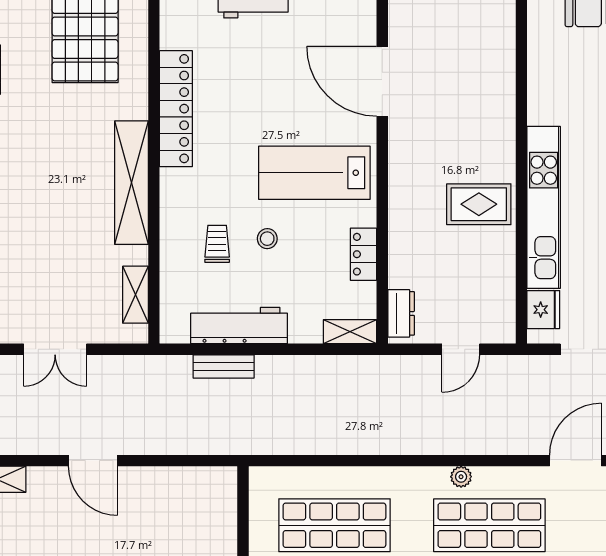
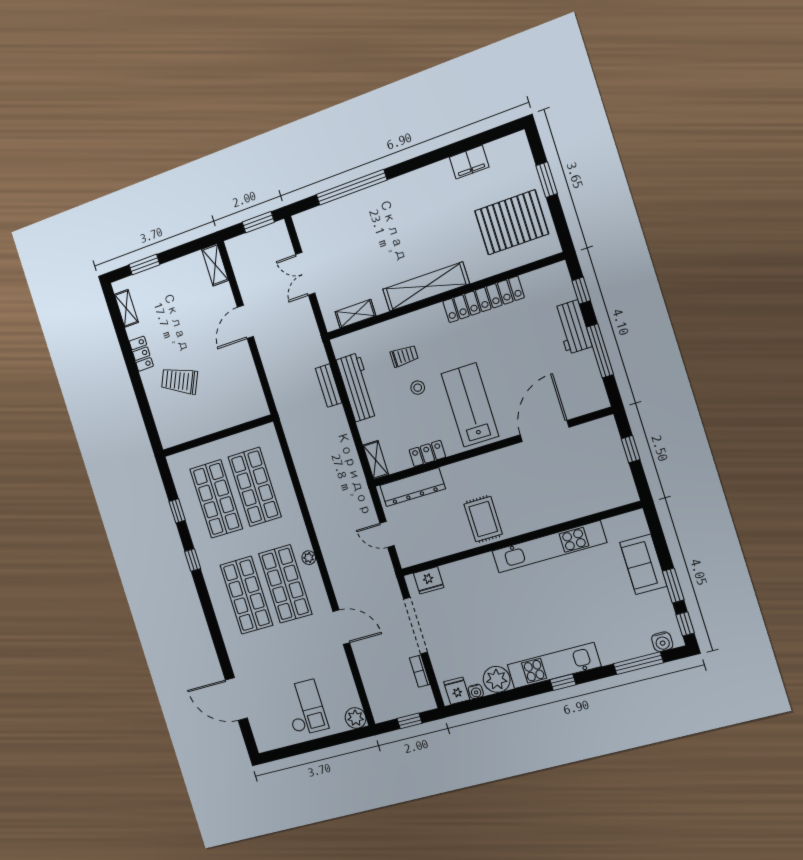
kitchen unit: (544, 207) -> (549, 547), moved
dresser: (401, 313) -> (412, 487), width x1.96, depth x1.24

